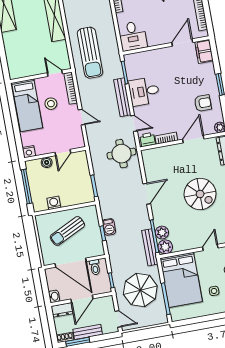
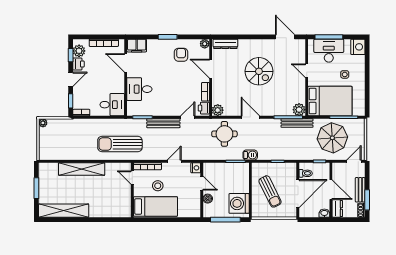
sun lounger: (90, 53) -> (120, 144), turned 180
door: (55, 73) -> (132, 177), hinge flipped
desk: (144, 91) -> (139, 89), moved, turned 90
nightstand: (29, 152) -> (196, 168), moved
round table: (121, 154) -> (224, 134), moved
spiral stairs: (200, 194) -> (259, 71), turned 90
washing machine: (54, 203) -> (239, 203), width x1.89, depth x1.89
barbecue: (109, 227) -> (250, 155), moved
plant: (162, 233) -> (218, 110), moved

